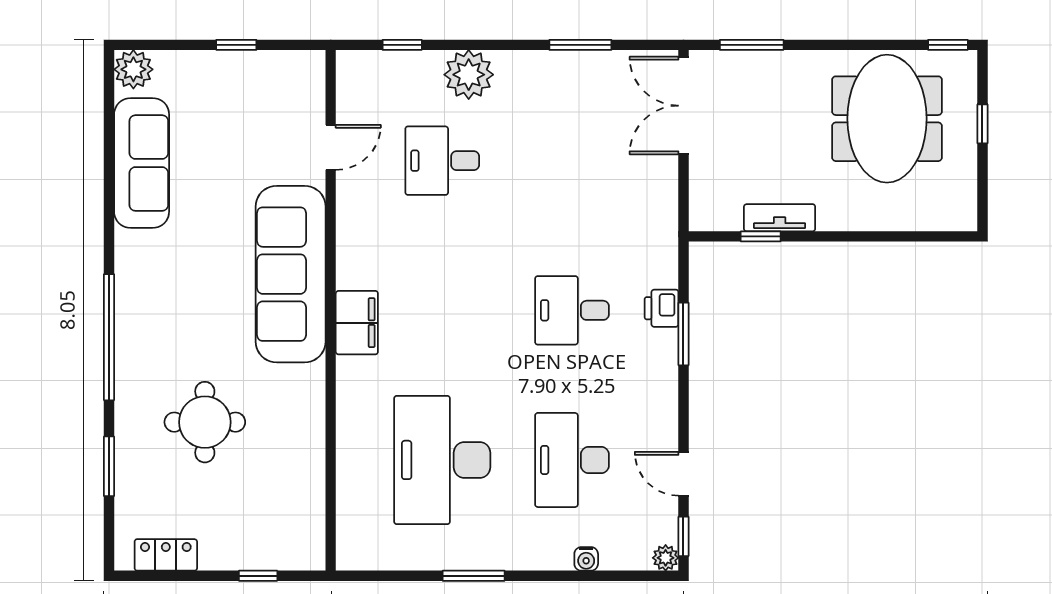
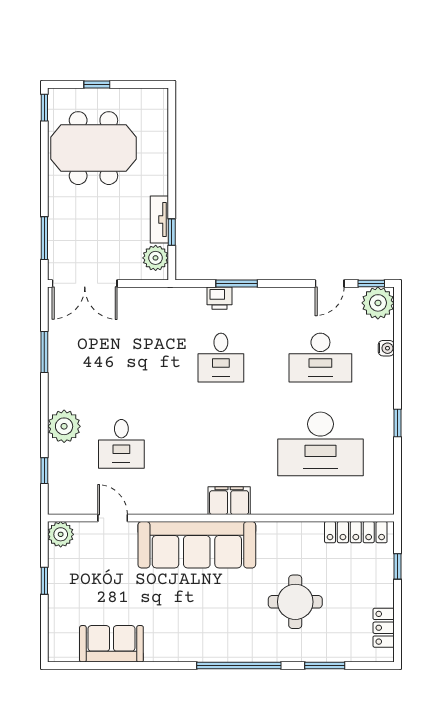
plant: (133, 69) -> (61, 534), moved
sofa: (142, 163) -> (111, 644), width x0.73
plant: (722, 212) -> (156, 258), added
locker: (310, 513) -> (356, 532), added
plant: (666, 558) -> (378, 303), width x1.88, depth x1.88
window: (474, 576) -> (397, 423), width x0.67

